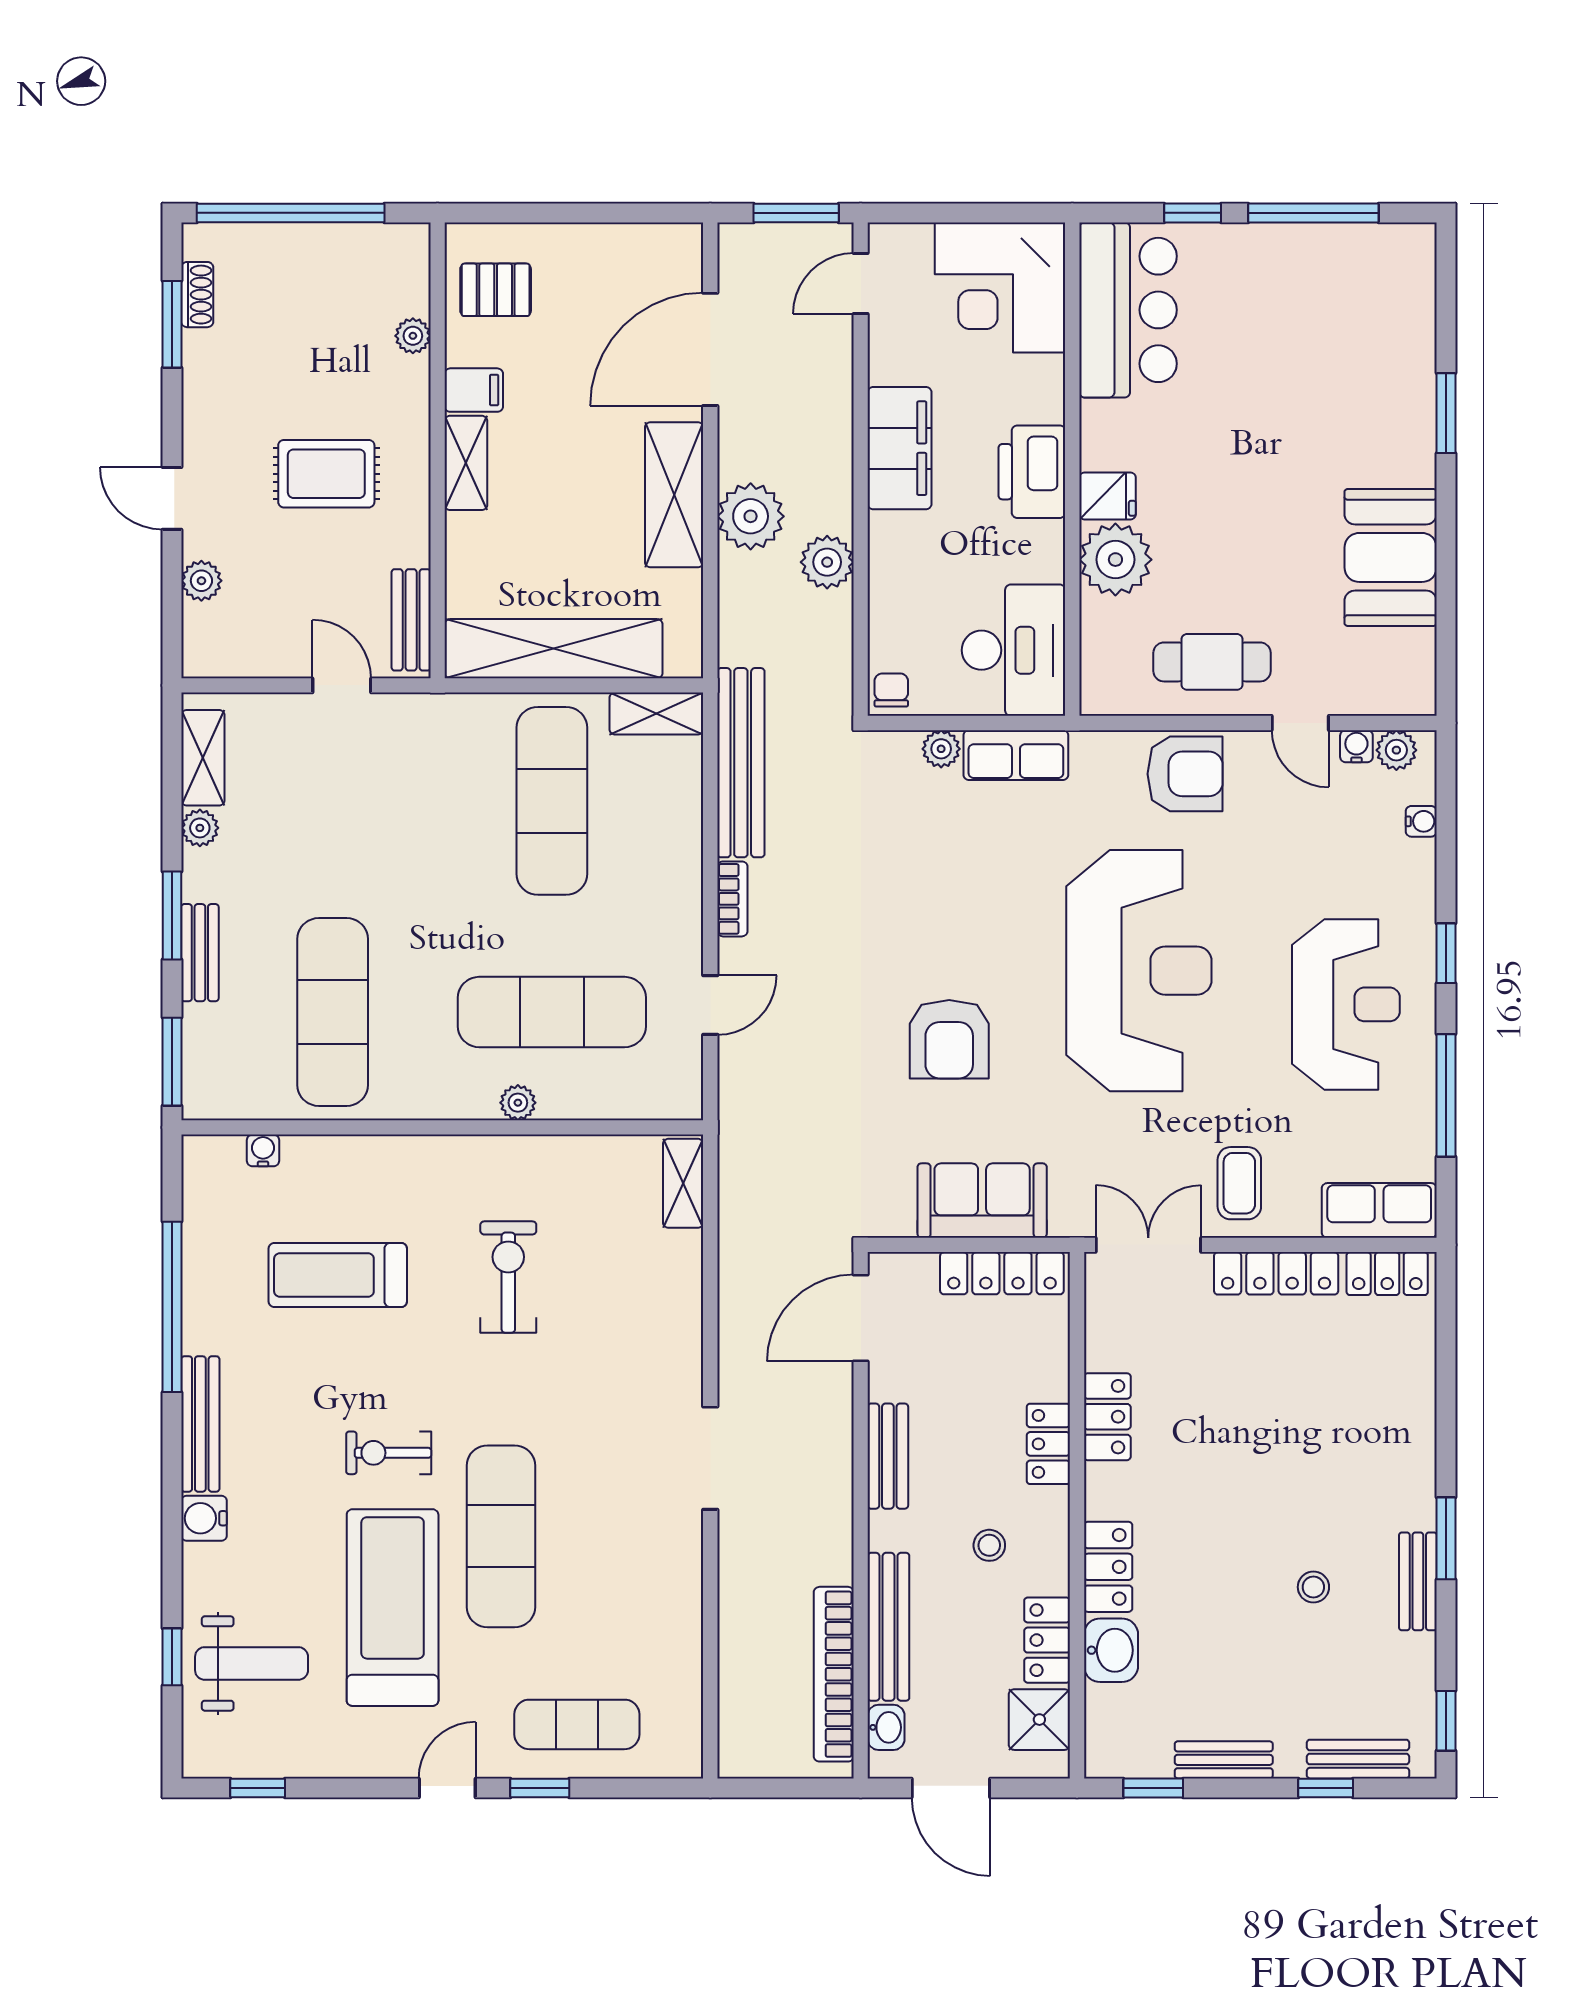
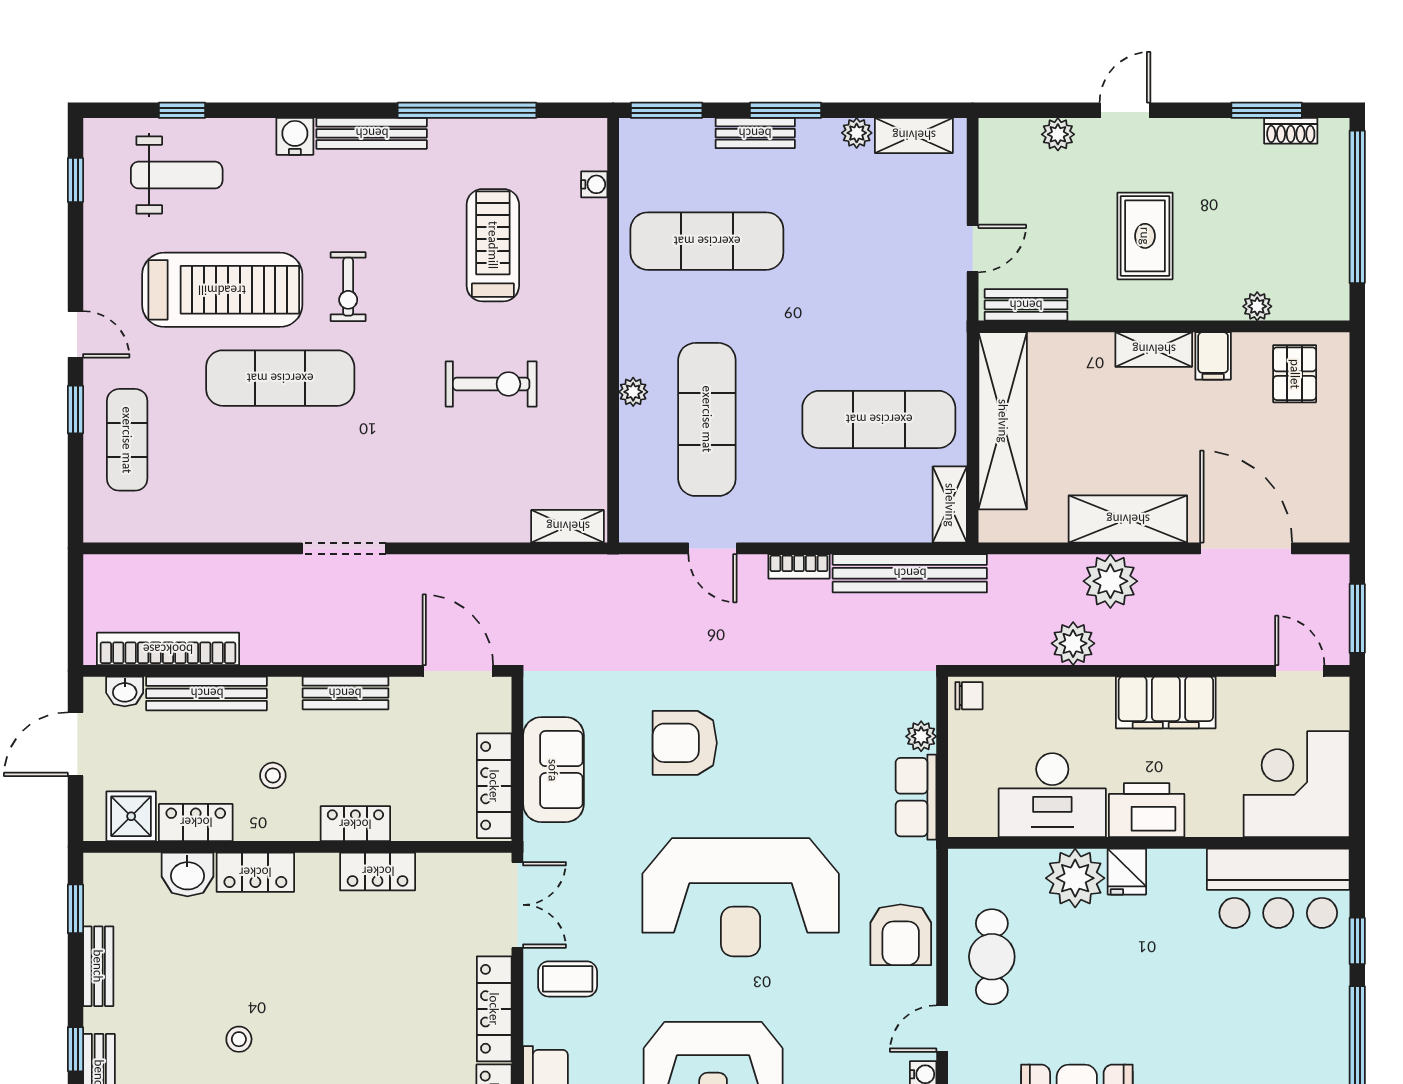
desk: (1014, 650) -> (1052, 795), moved
exercise bike: (389, 1453) -> (348, 287), turned 180
weight bench: (252, 1663) -> (177, 175), turned -90

